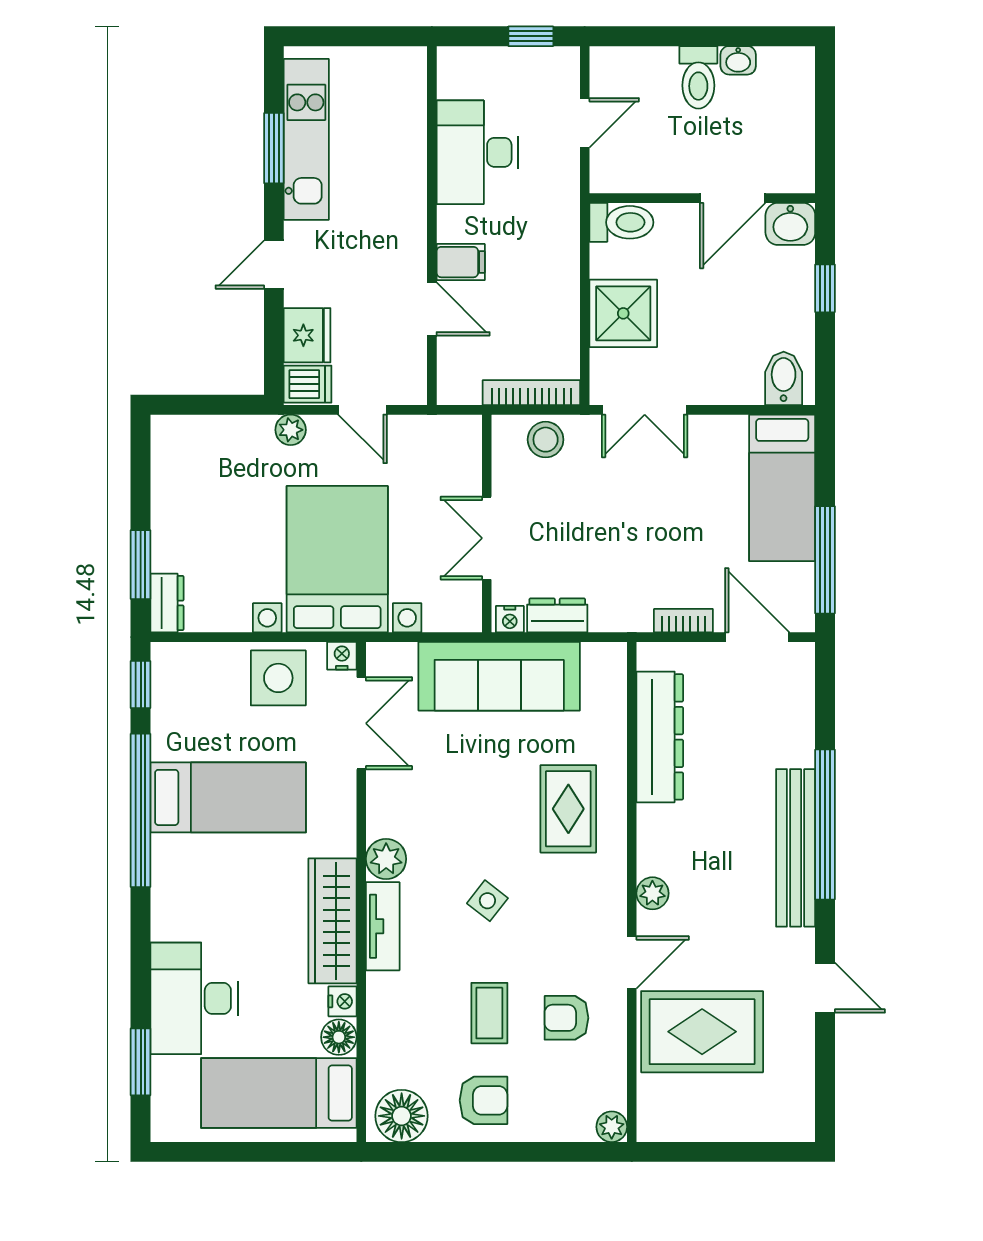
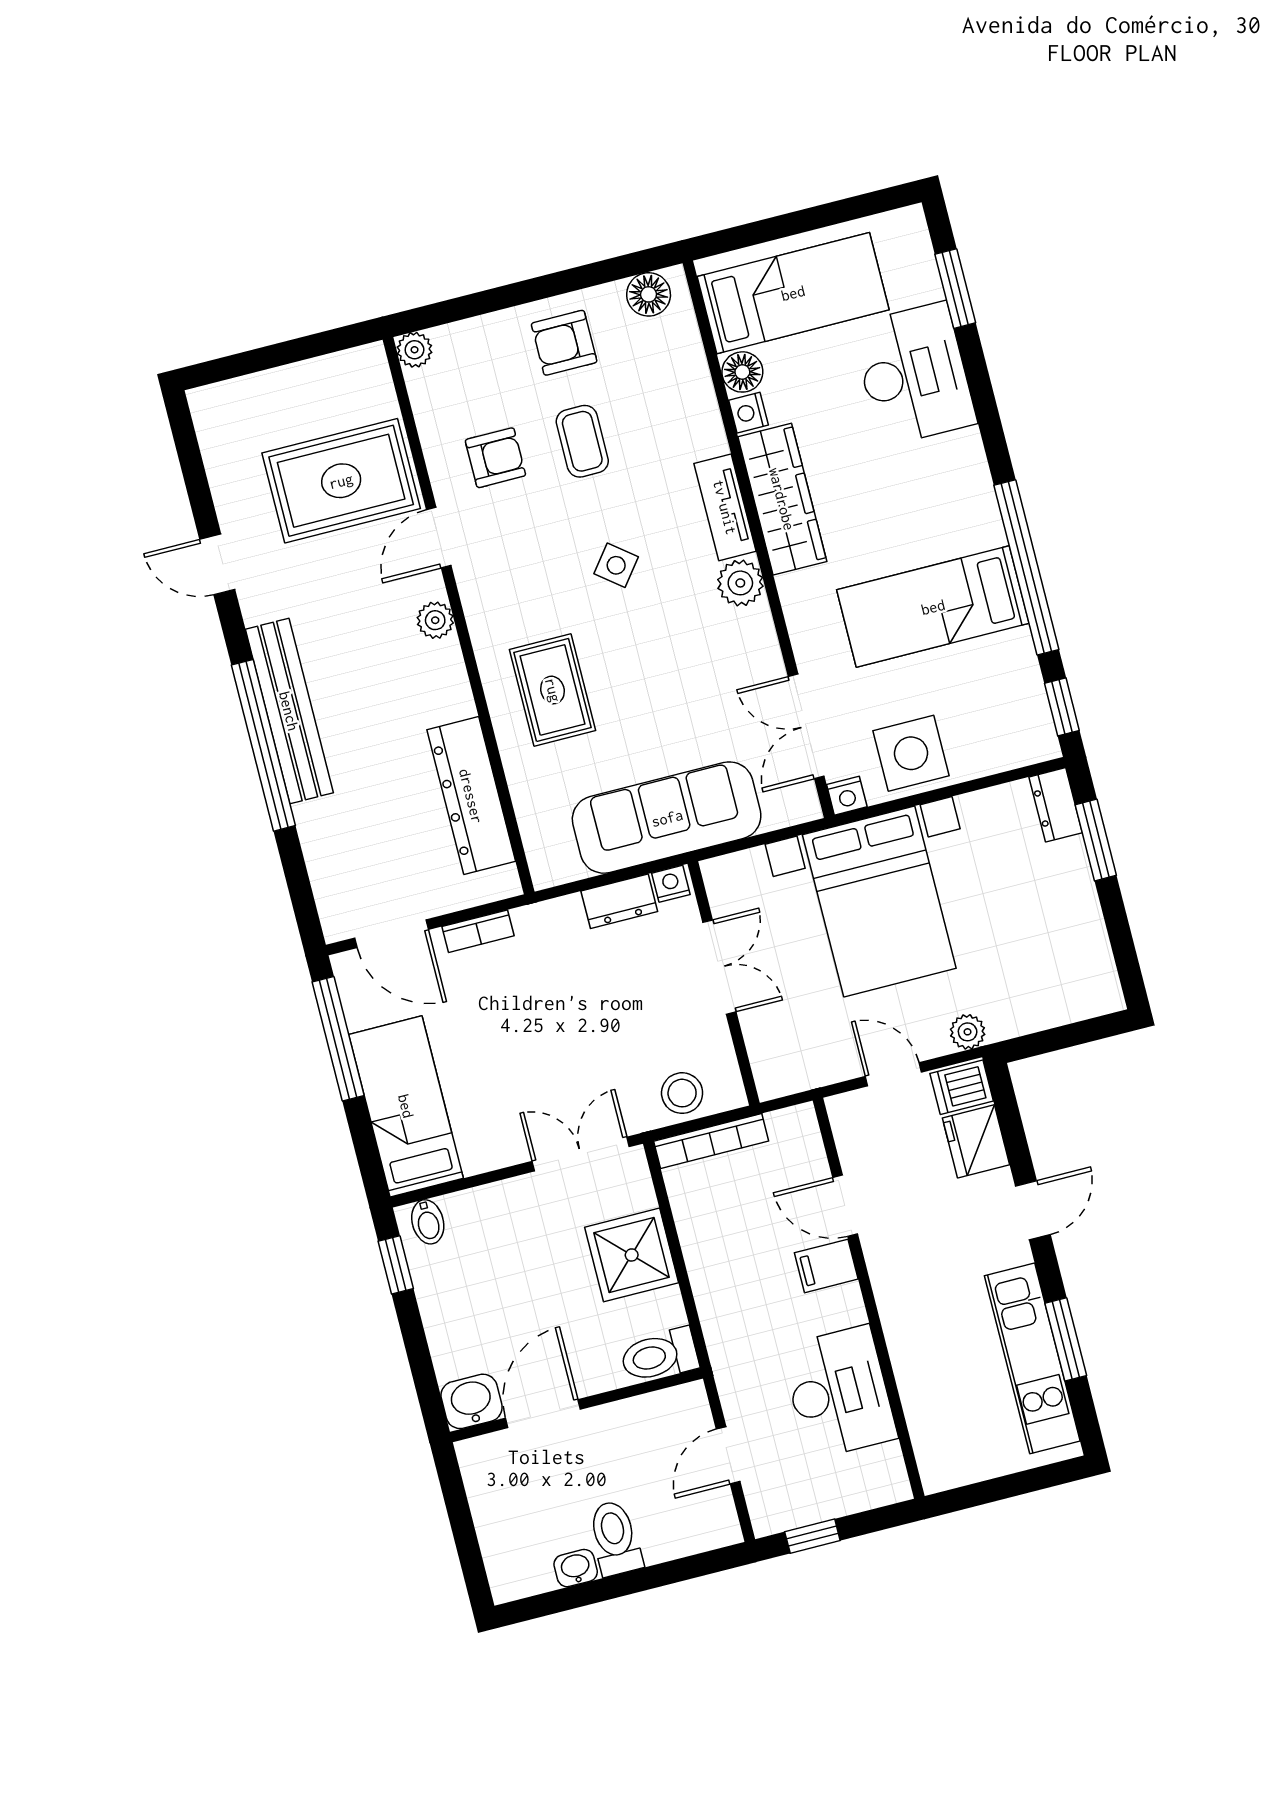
window: (825, 288) -> (396, 1265), moved
bidet: (784, 378) -> (428, 1222), width x0.72, depth x0.74
floor lamp: (402, 1116) -> (649, 294), width x0.73, depth x0.73

